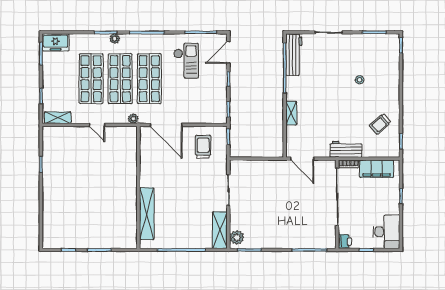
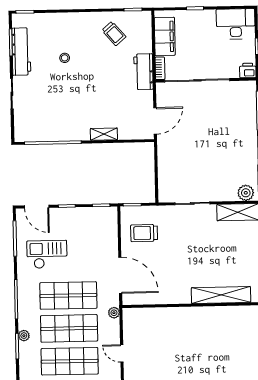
workbench: (294, 55) -> (21, 52), moved, turned 90
door: (97, 125) -> (122, 353), swing flipped
door: (166, 125) -> (120, 275), hinge flipped

